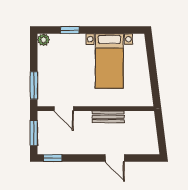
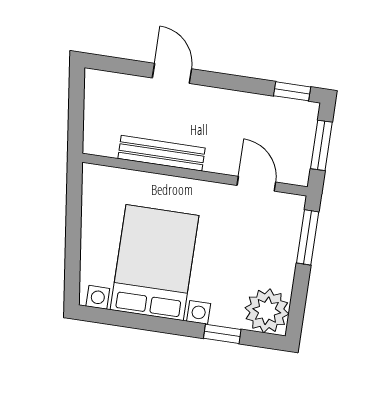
plant: (44, 40) -> (267, 311), width x1.87, depth x1.87
bed with nightstands: (109, 61) -> (155, 263), width x1.36
bench: (108, 117) -> (161, 153), width x1.36

